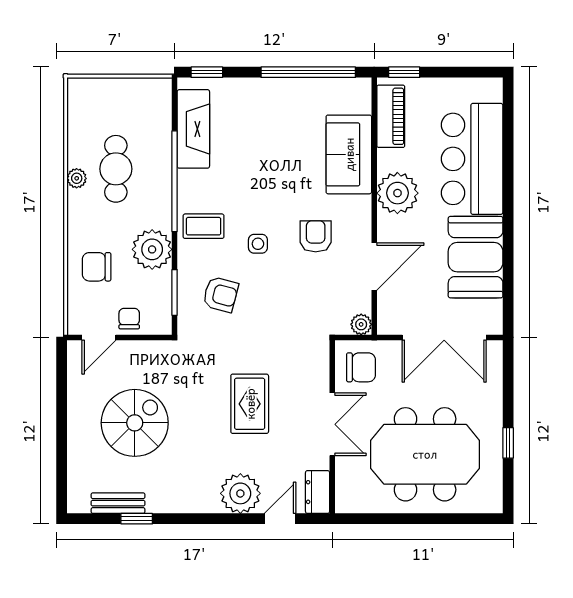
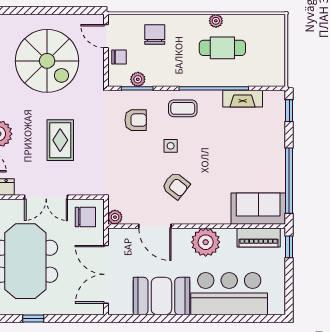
fireplace: (193, 129) -> (243, 99), width x0.73, depth x0.76
sofa: (349, 154) -> (258, 209), moved
coffee table: (204, 226) -> (183, 108), turned 90
armchair: (316, 236) -> (176, 186), turned 38
plant: (152, 249) -> (138, 79), moved, width x0.53, depth x0.53
armchair: (220, 294) -> (136, 120), turned -105
chair: (361, 367) -> (85, 217), turned -90
rug: (250, 404) -> (60, 140), turned 90
spiral stairs: (135, 423) -> (47, 61), width x1.37, depth x1.37

